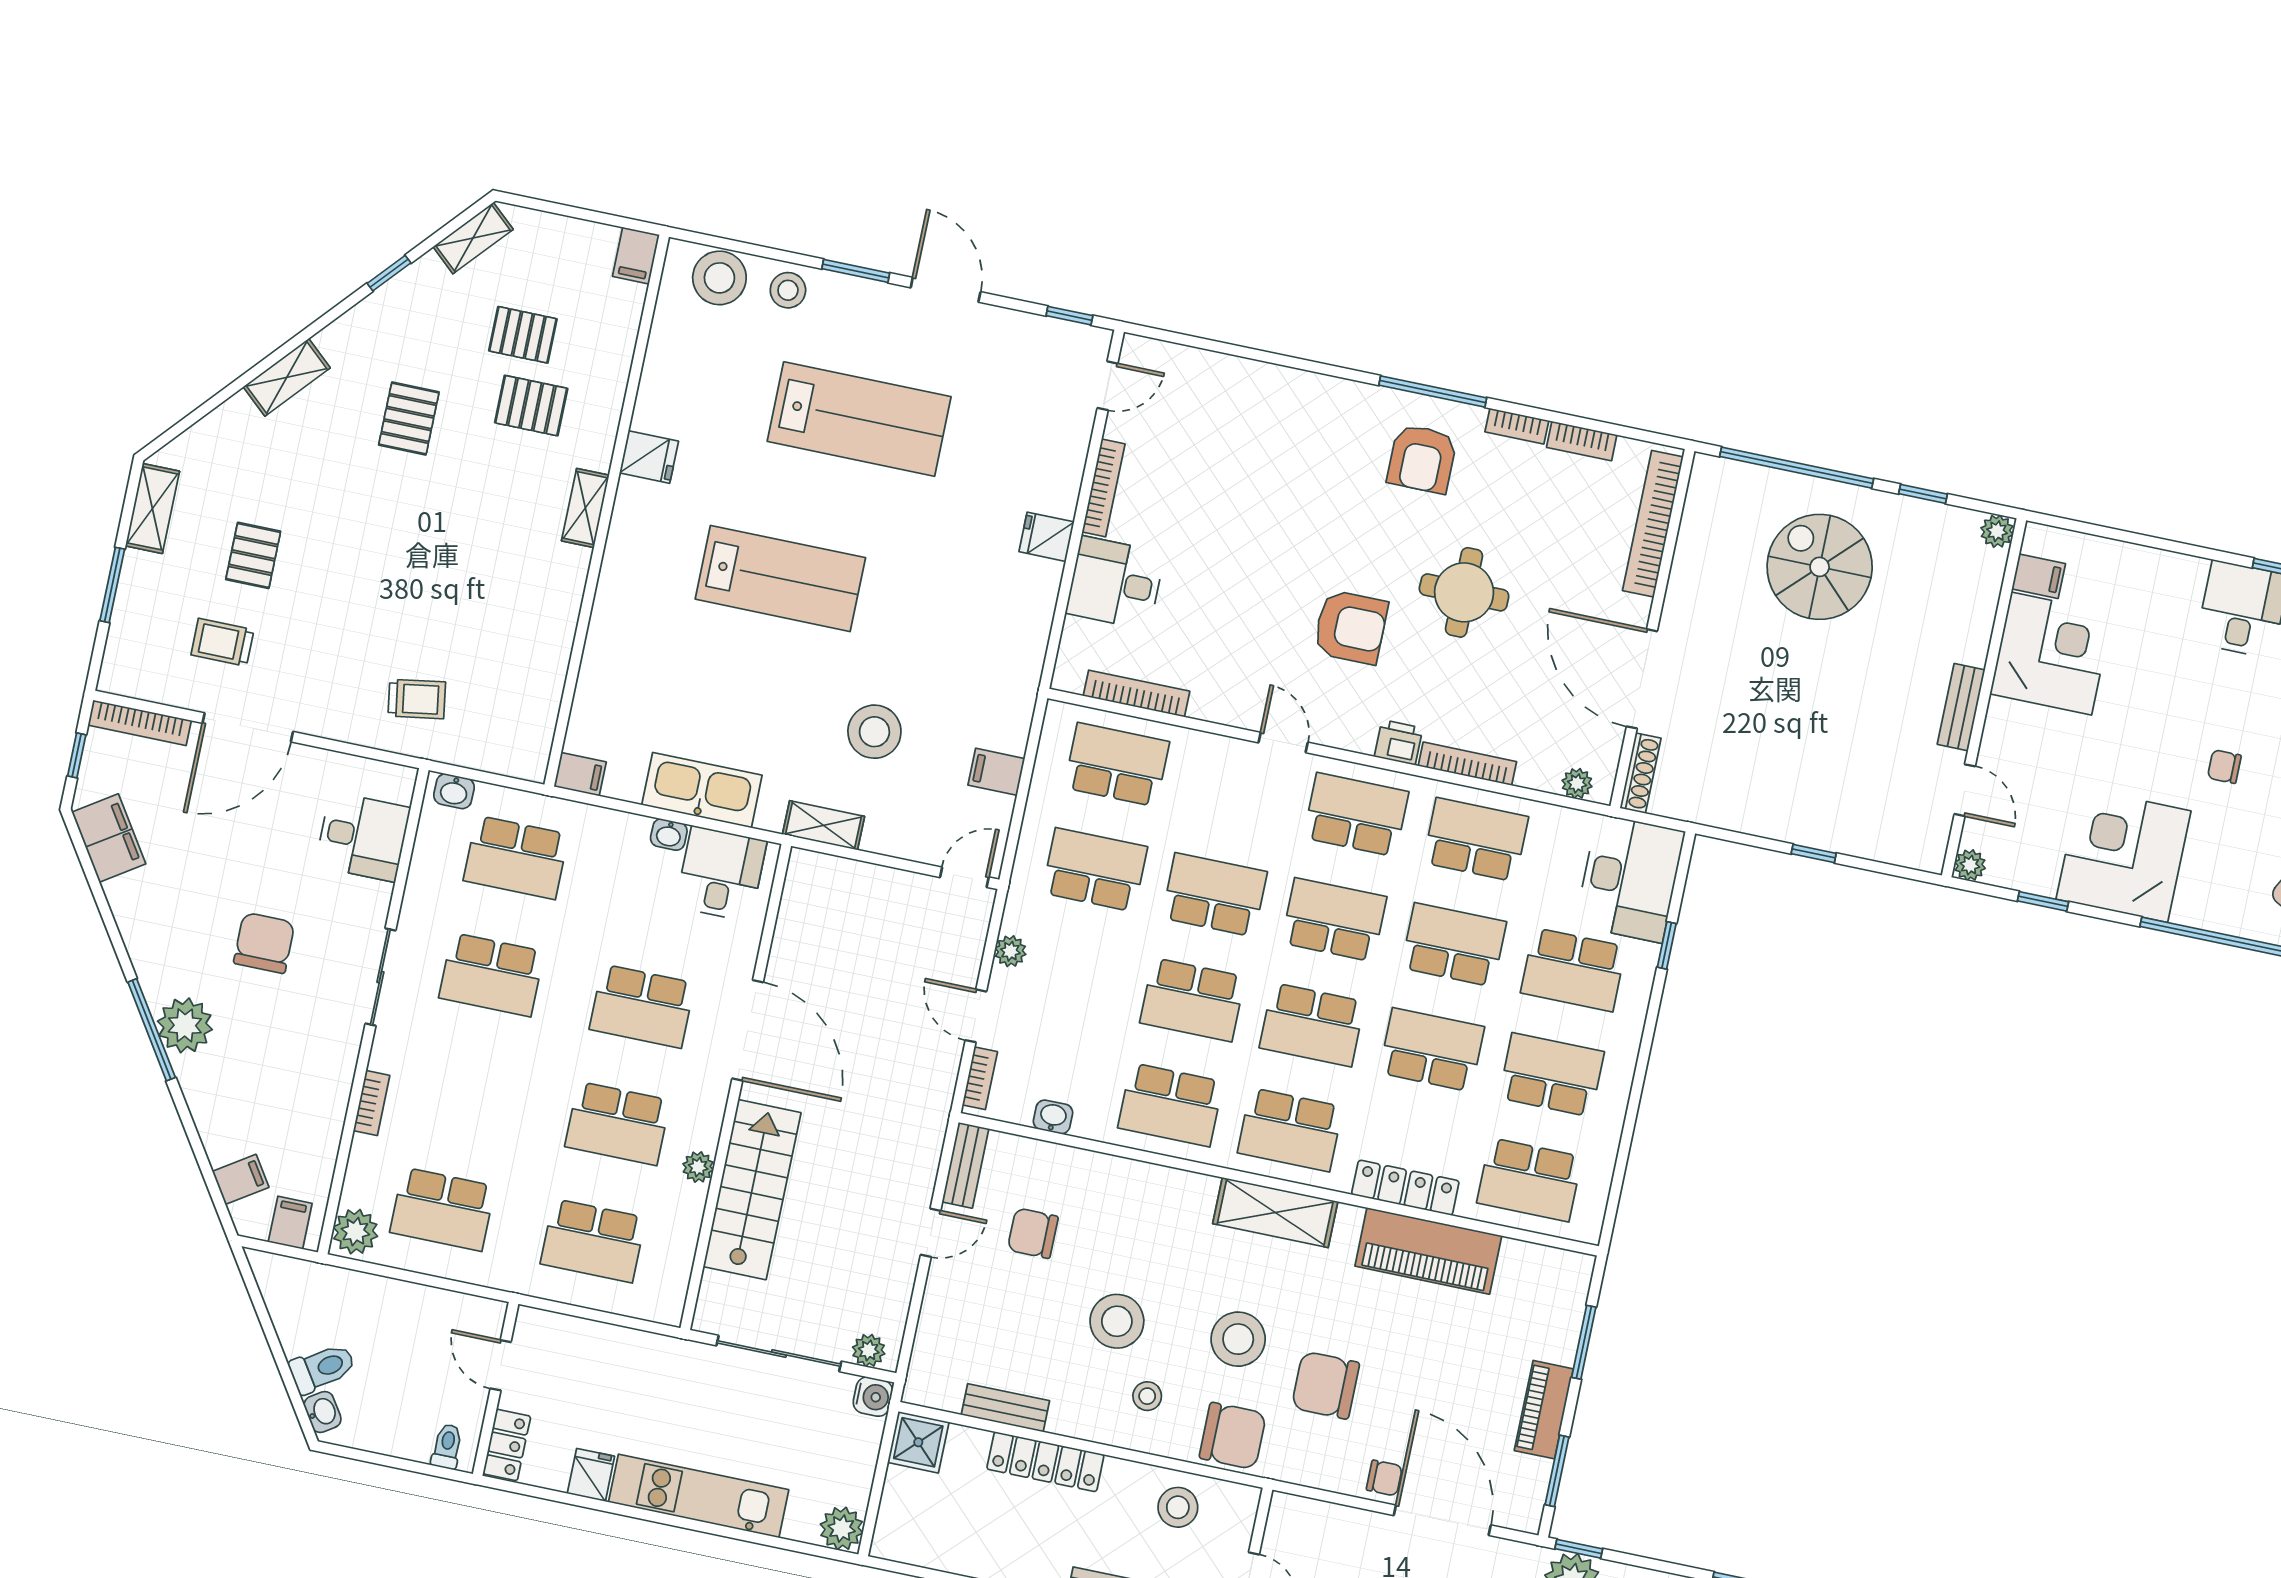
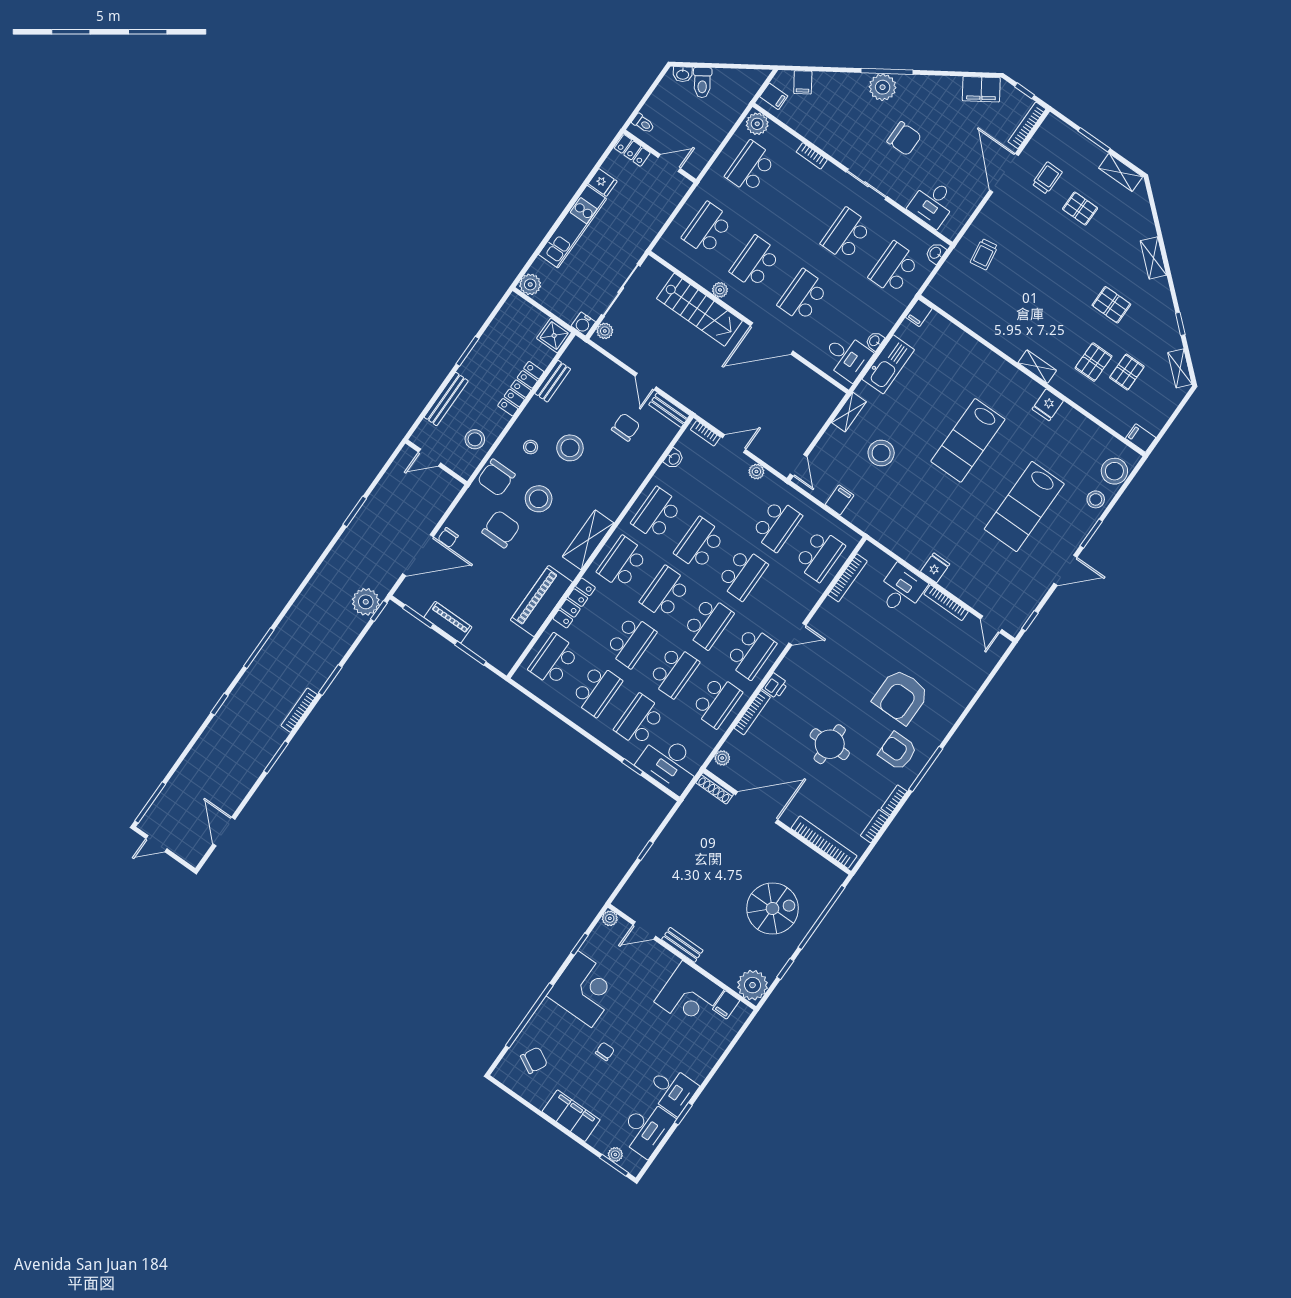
plant: (1997, 531) -> (753, 985), width x1.88, depth x1.88
armchair: (1351, 627) -> (901, 696), moved, width x1.36, depth x1.36

